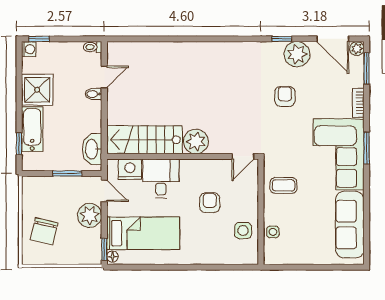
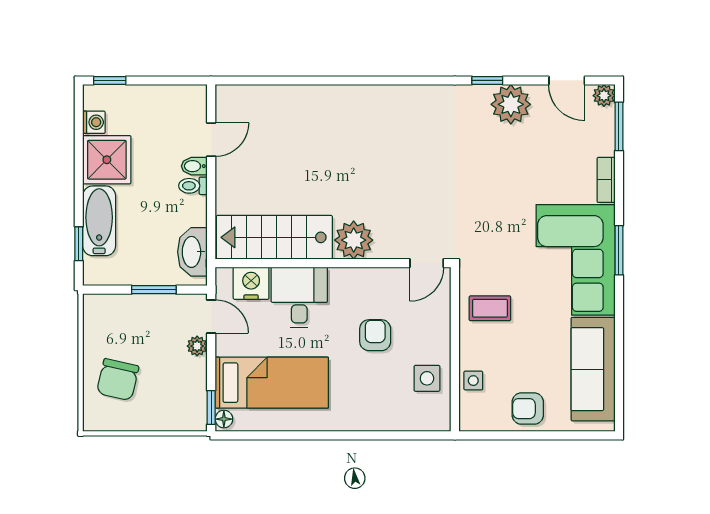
door: (333, 39) -> (567, 80), width x0.73
toilet: (93, 47) -> (193, 186), moved
washing machine: (29, 49) -> (94, 122), moved
armchair: (285, 96) -> (528, 409), moved, turned -90
plant: (90, 215) -> (197, 346), width x0.53, depth x0.53

